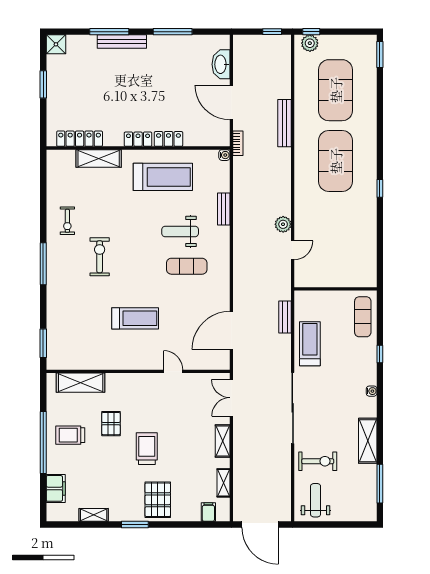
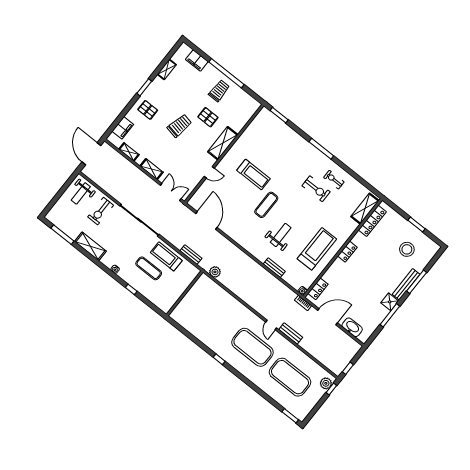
shower: (56, 44) -> (390, 302), moved
stool: (81, 73) -> (407, 249), added
bench: (284, 123) -> (291, 333), width x0.73
locker: (168, 139) -> (318, 289), moved
shelving: (99, 158) -> (365, 209), moved
treadmill: (163, 177) -> (317, 249), turned 180
plant: (283, 224) -> (215, 272), moved
door: (293, 250) -> (271, 325), moved
exercise bike: (100, 257) -> (316, 189), moved
exercise mat: (187, 266) -> (266, 205), moved
exercise mat: (363, 317) -> (149, 268), moved
treadmill: (135, 318) -> (254, 174), turned -90
treadmill: (310, 344) -> (166, 256), turned 180
shelving: (81, 383) -> (223, 143), moved
trolley: (147, 449) -> (179, 126), turned -79
pallet: (158, 500) -> (148, 110), width x0.67, depth x0.71
weight bench: (316, 500) -> (81, 193), turned 90
filing cabinet: (208, 512) -> (123, 128), width x2.00
door: (260, 524) -> (91, 154), hinge flipped

